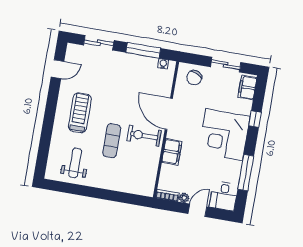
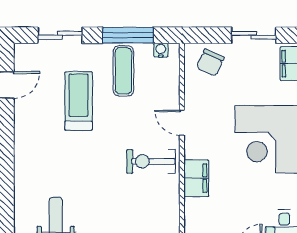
treadmill: (80, 113) -> (79, 101), moved
door: (169, 114) -> (182, 123), width x0.53
exercise mat: (112, 141) -> (123, 71), moved

